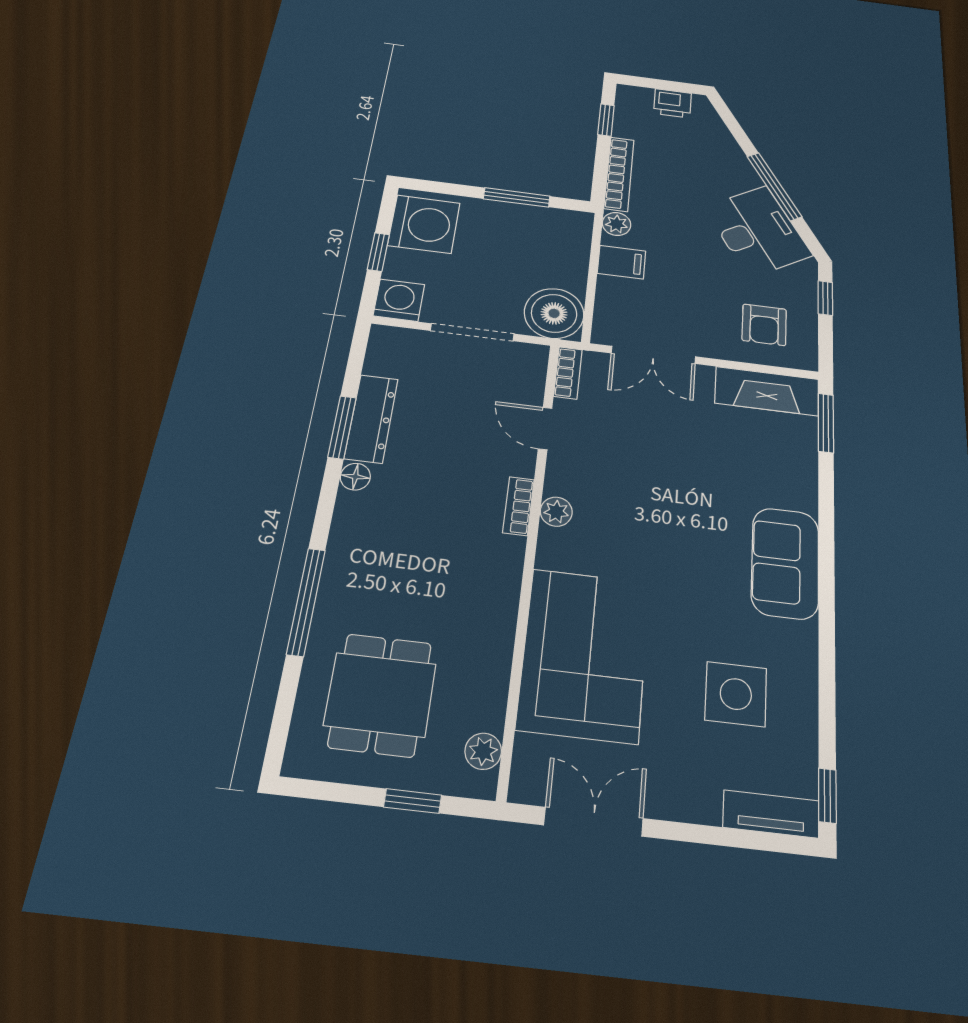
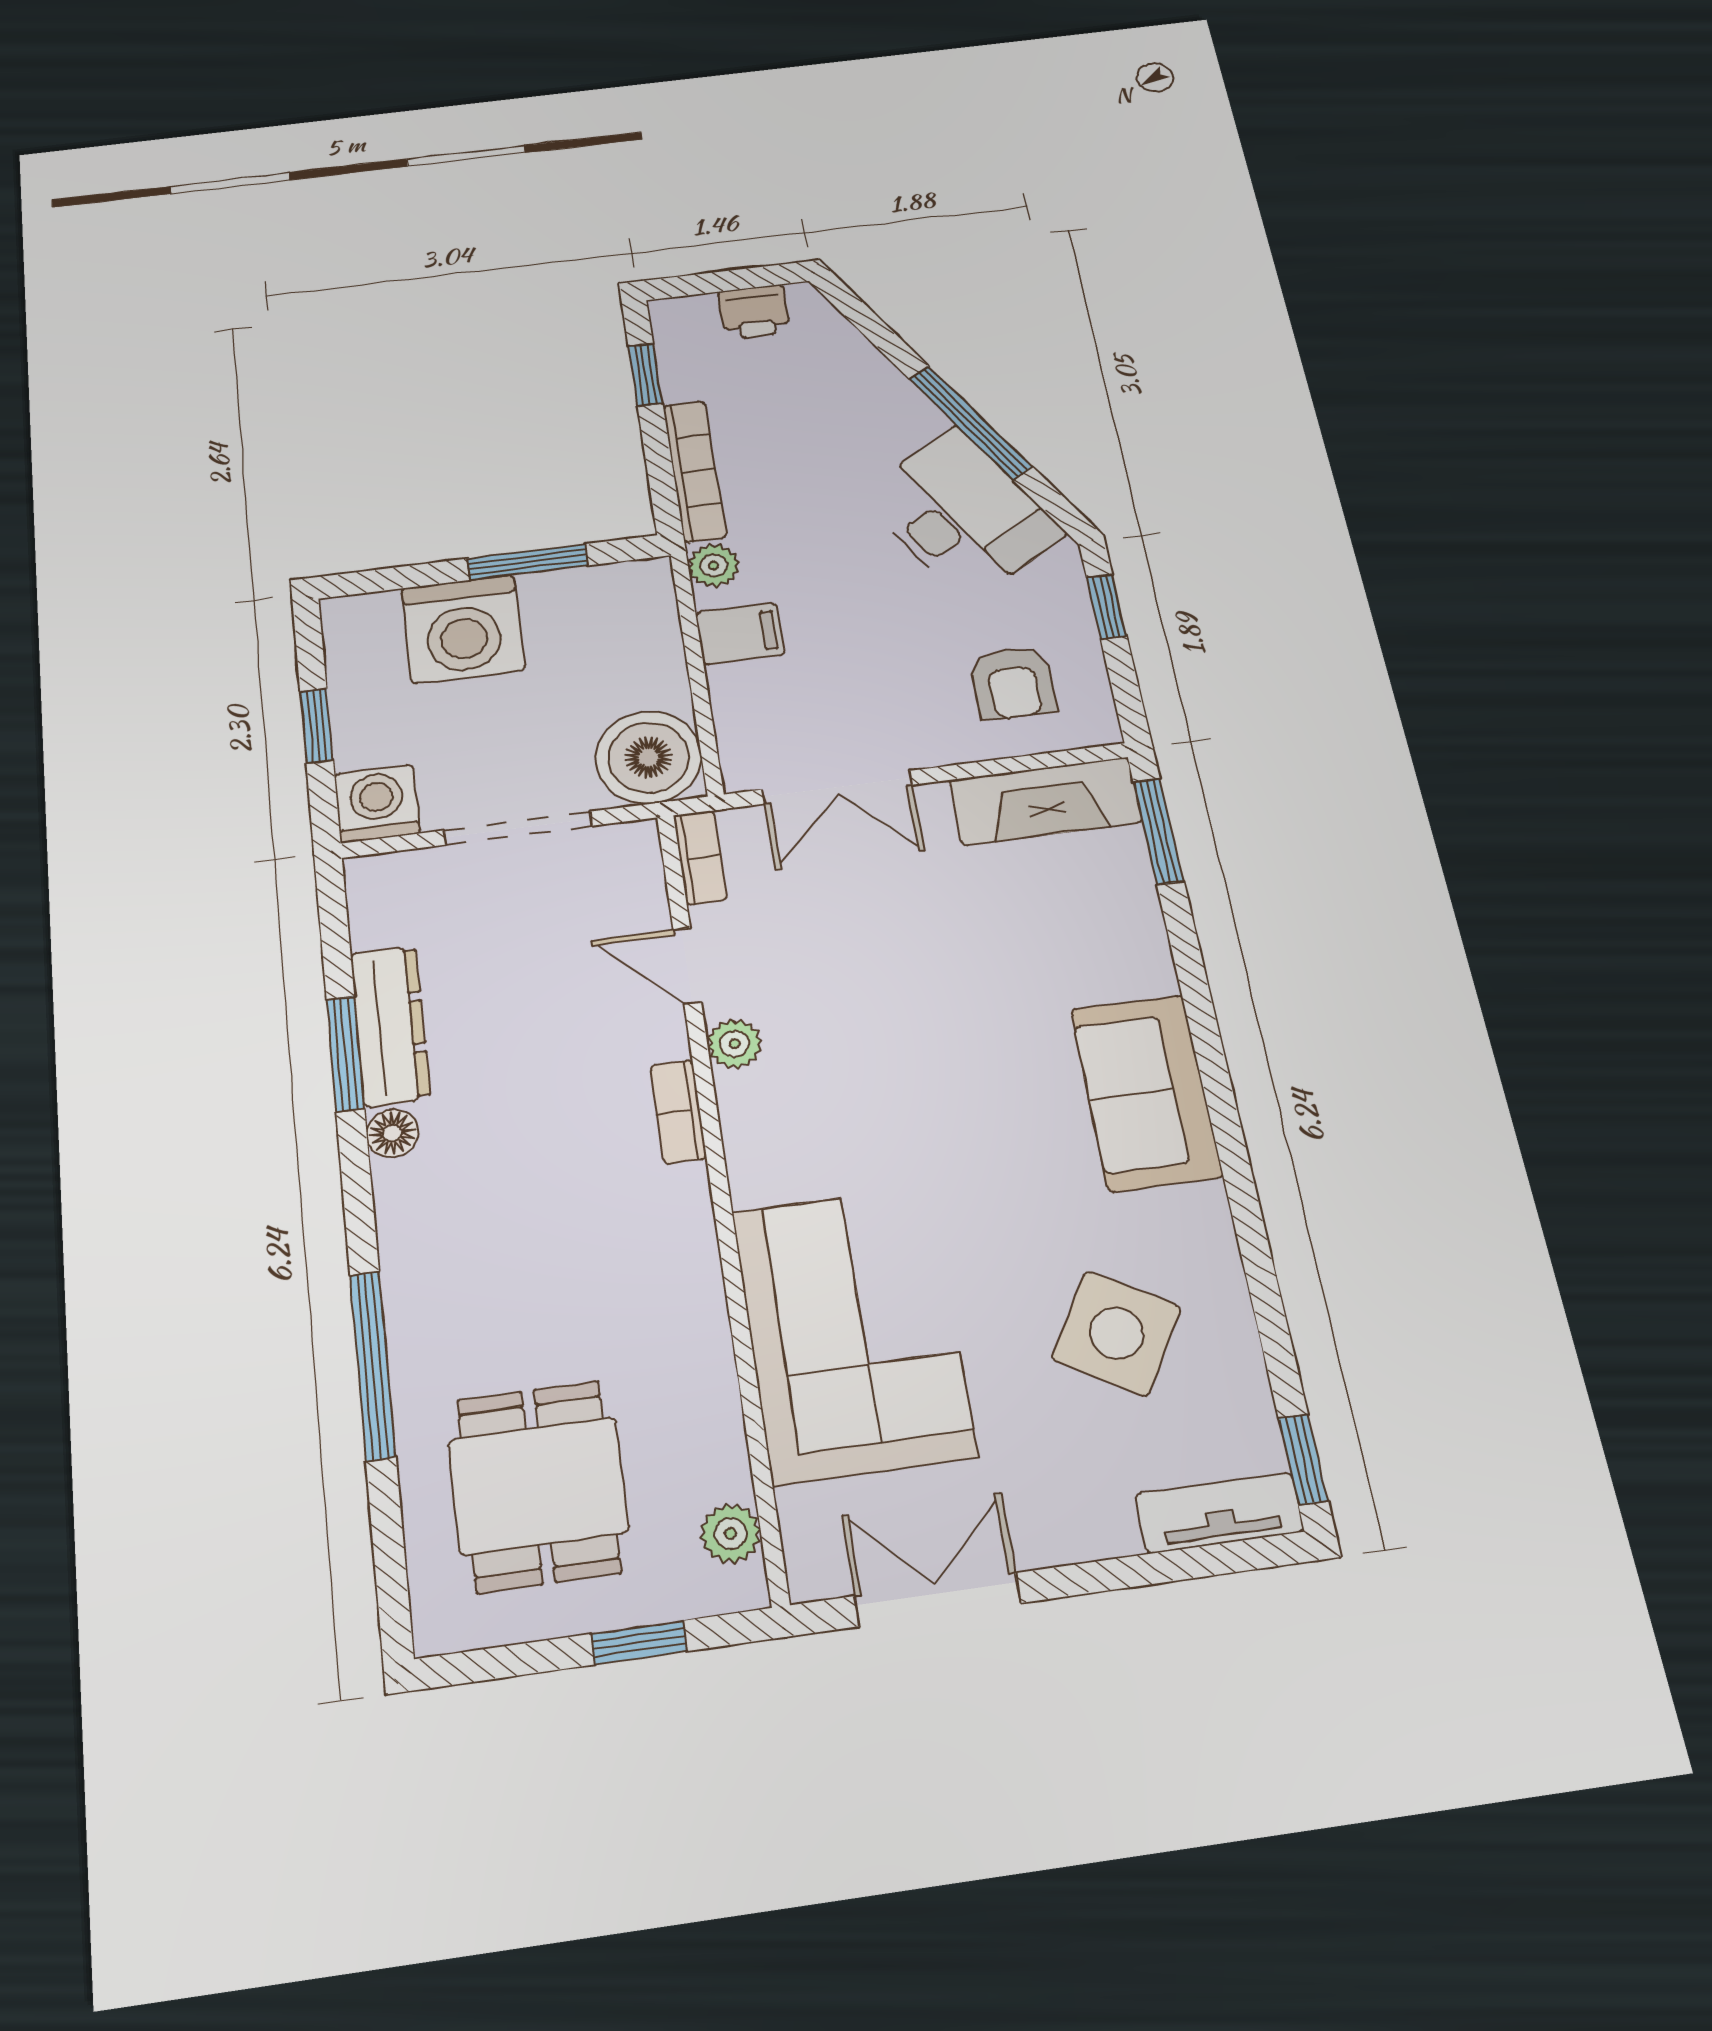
washing machine: (424, 224) -> (463, 629), moved, turned 90
plant: (556, 512) -> (735, 1044), moved
side table: (736, 694) -> (1116, 1333), turned 31

